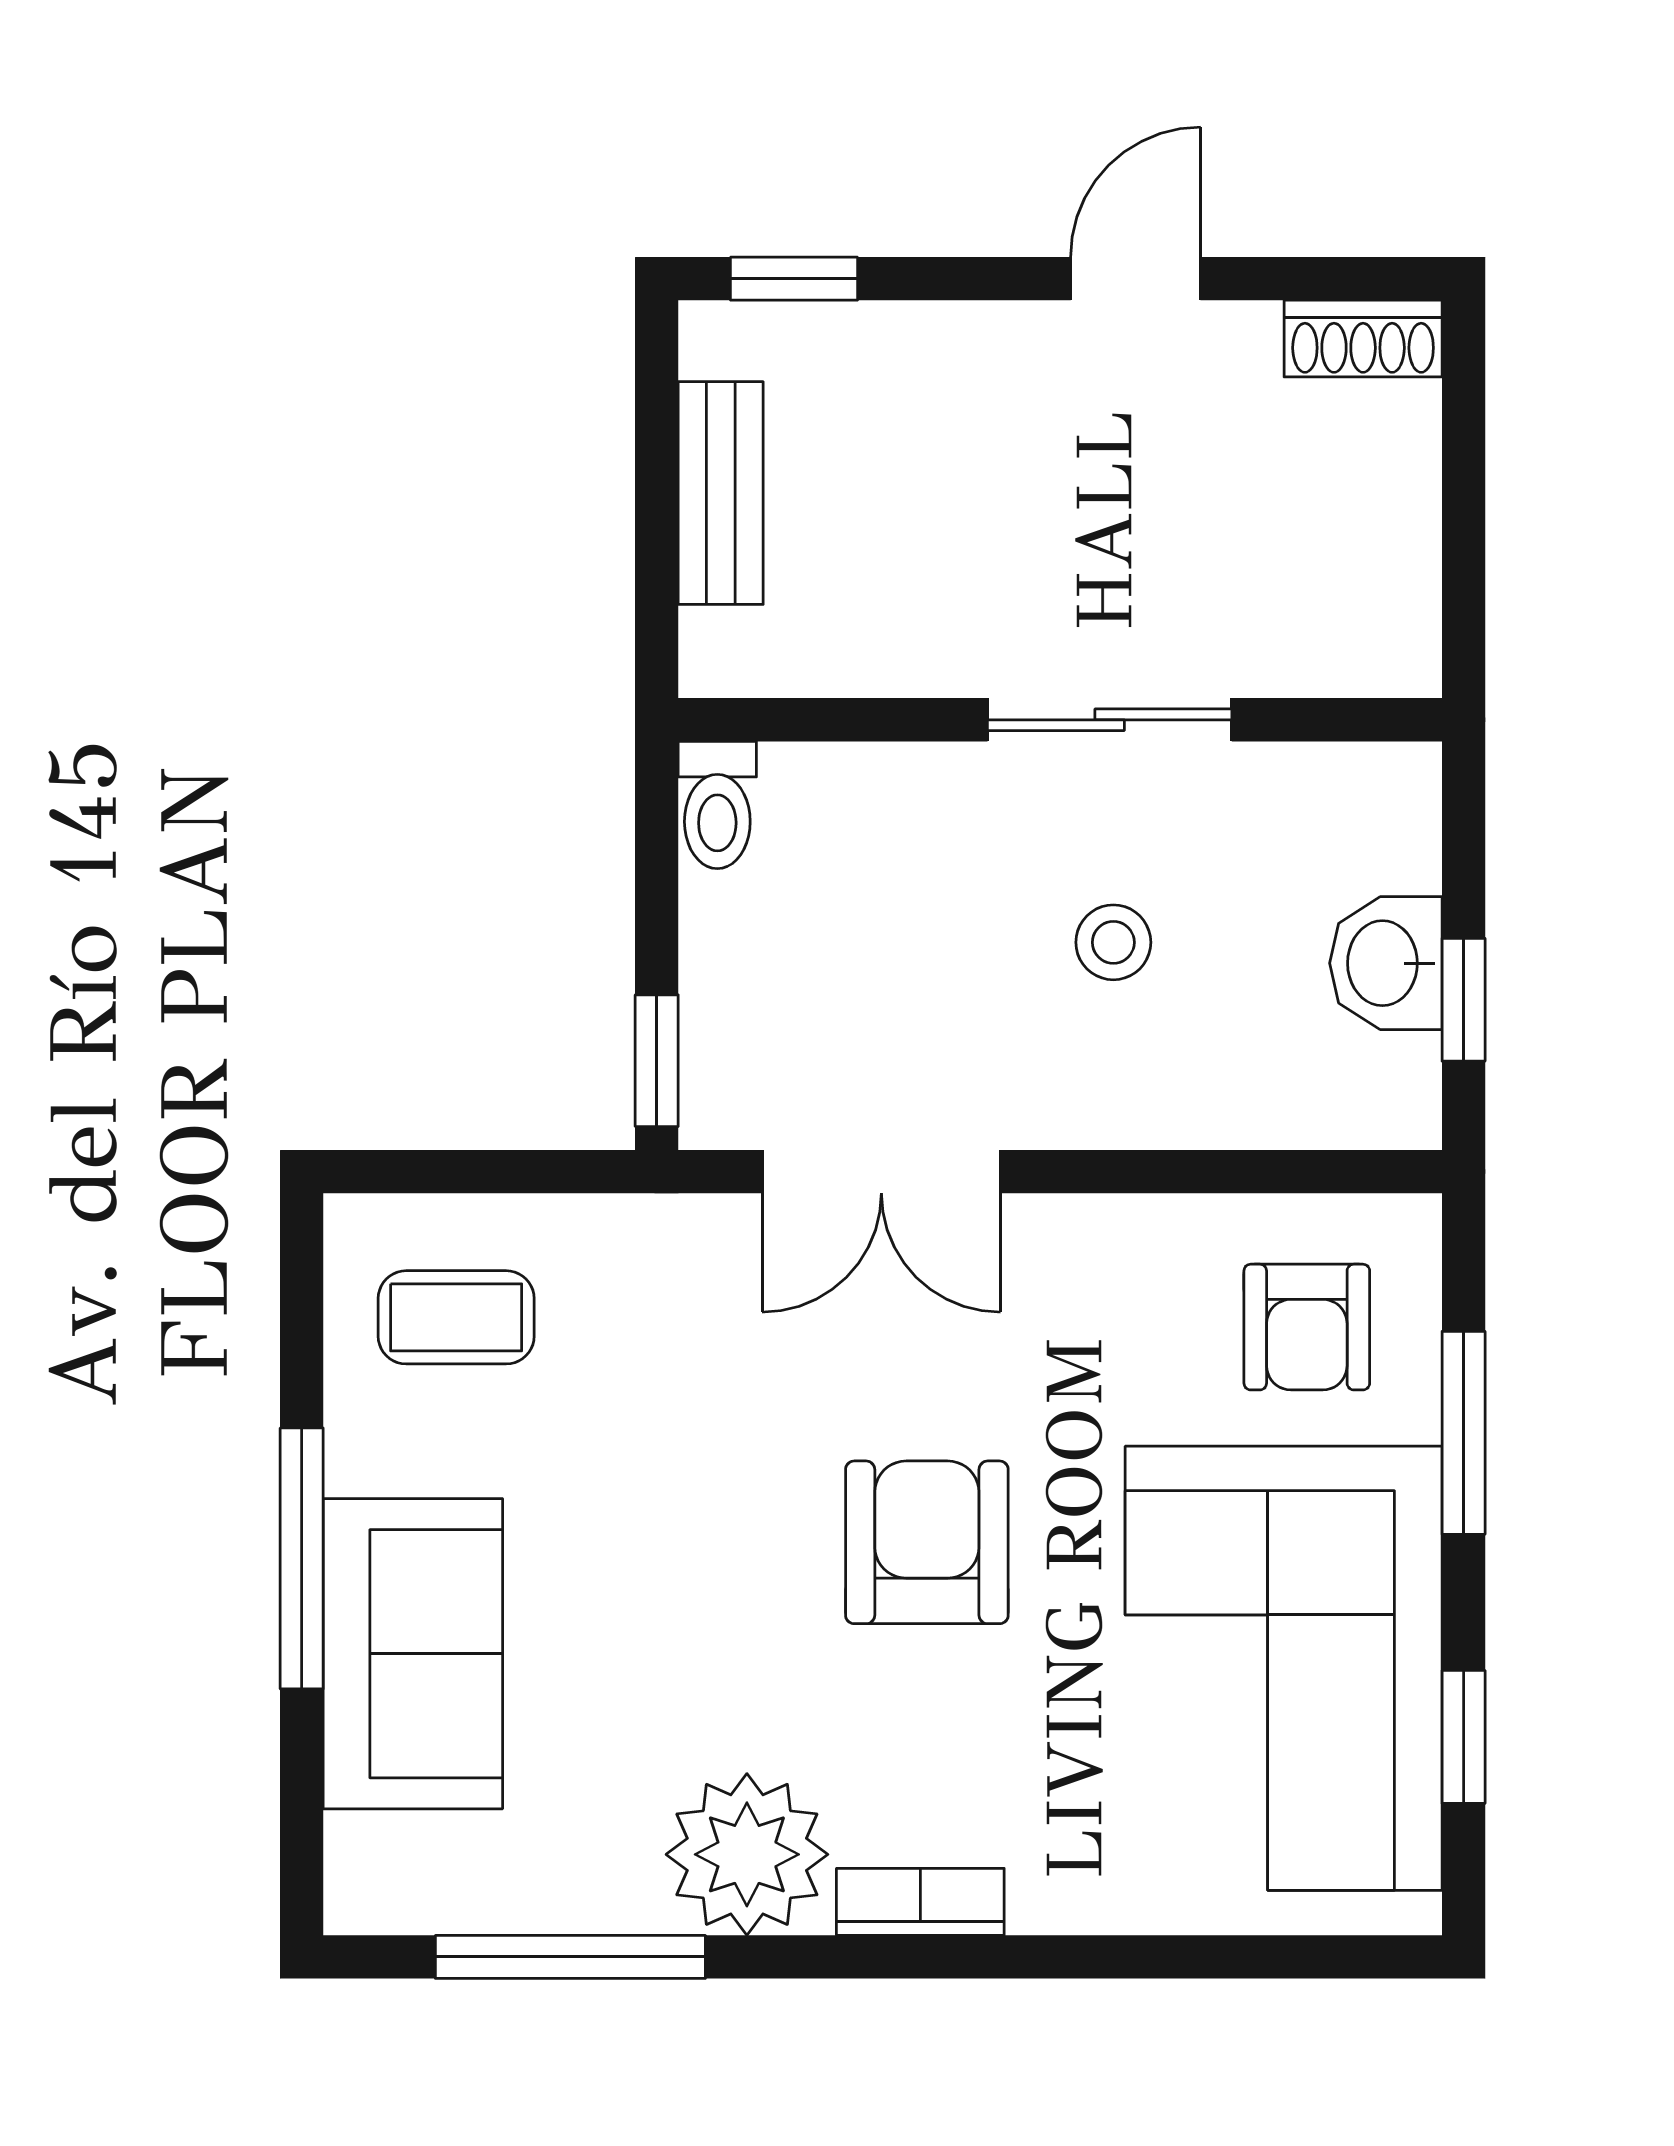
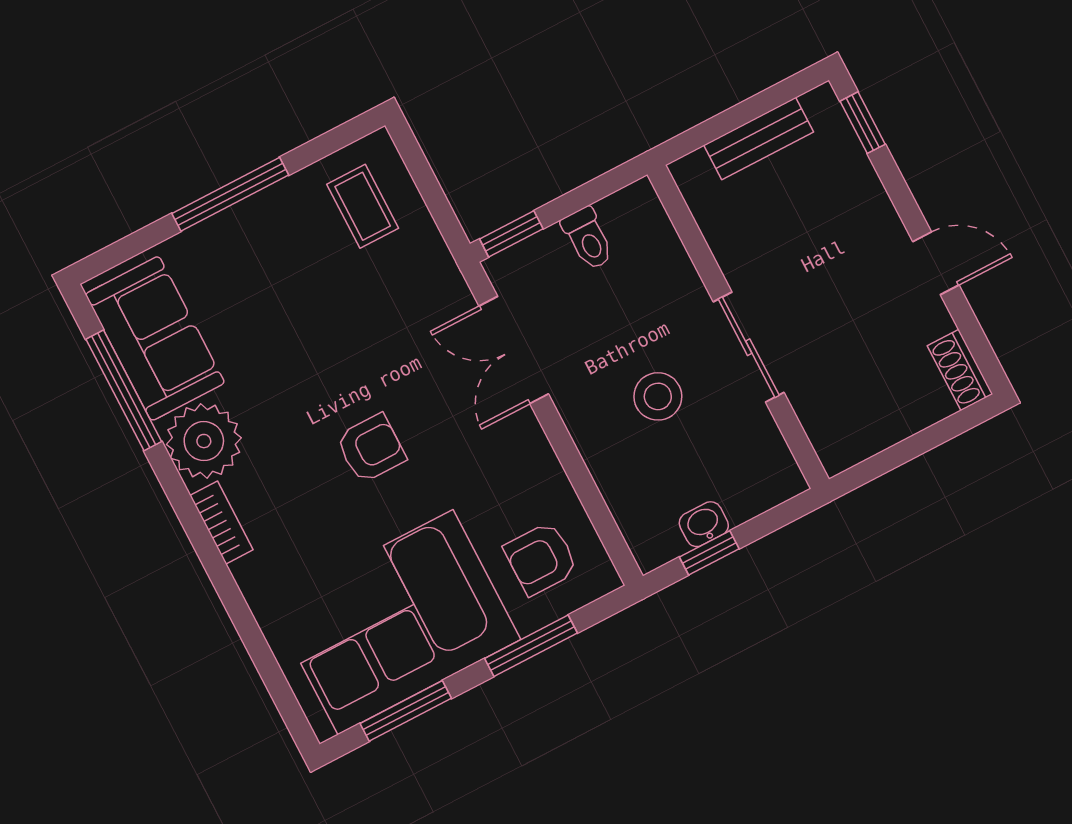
toilet: (717, 805) -> (588, 239), moved, turned -90
stool: (1113, 942) -> (658, 396), width x1.37, depth x1.37
washbasin: (1386, 963) -> (704, 524), width x0.72, depth x0.69
armchair: (927, 1542) -> (371, 448), width x0.72, depth x0.72
sofa: (413, 1654) -> (155, 338), moved, turned -90
window: (1464, 1737) -> (406, 711), width x1.50

